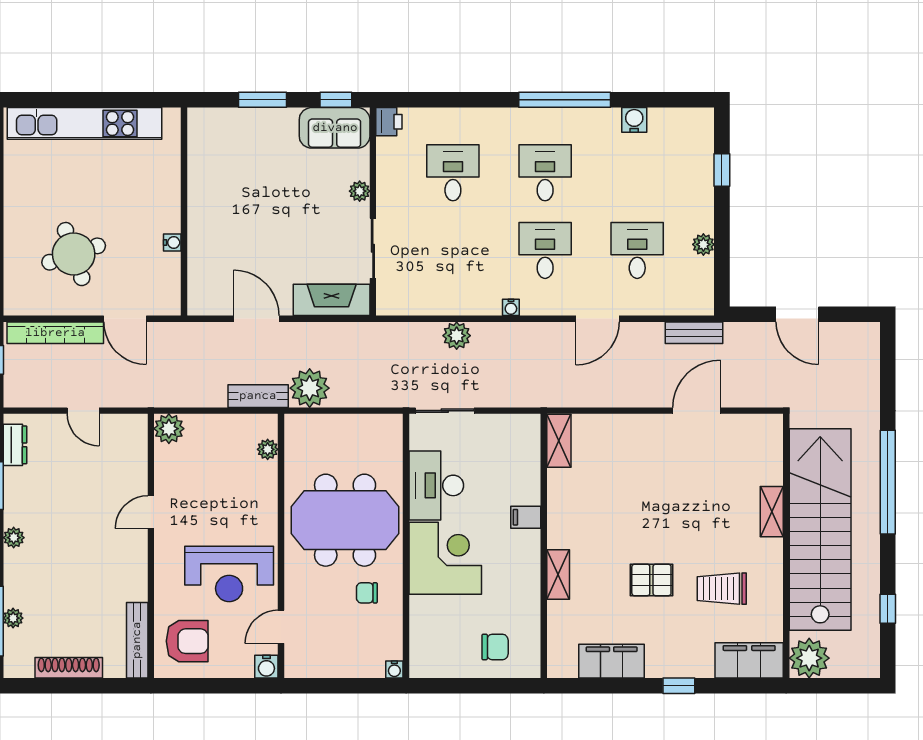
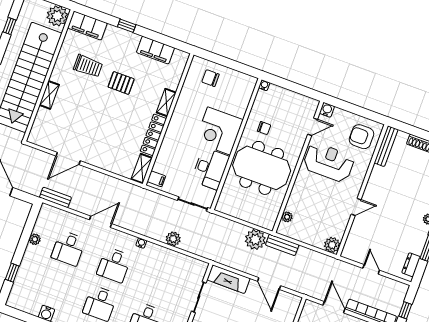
locker: (560, 508) -> (153, 135), added
filing cabinet: (526, 517) -> (156, 179), moved

